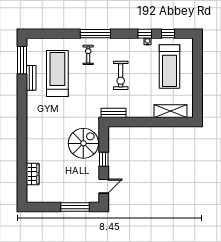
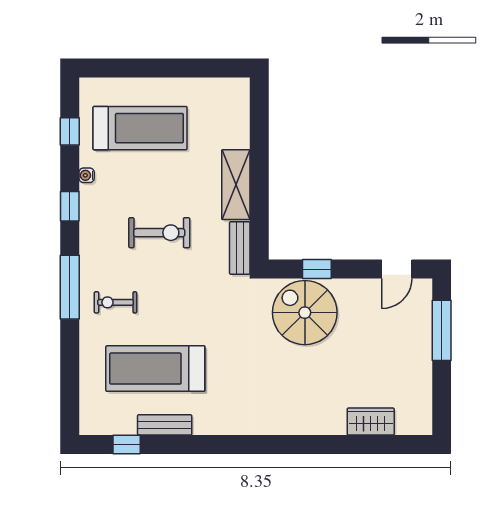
window: (145, 34) -> (70, 206), moved
window: (22, 60) -> (127, 444), width x0.46
shelving: (171, 111) -> (236, 185), moved
window: (104, 159) -> (317, 269), moved
door: (104, 186) -> (397, 269), swing flipped

